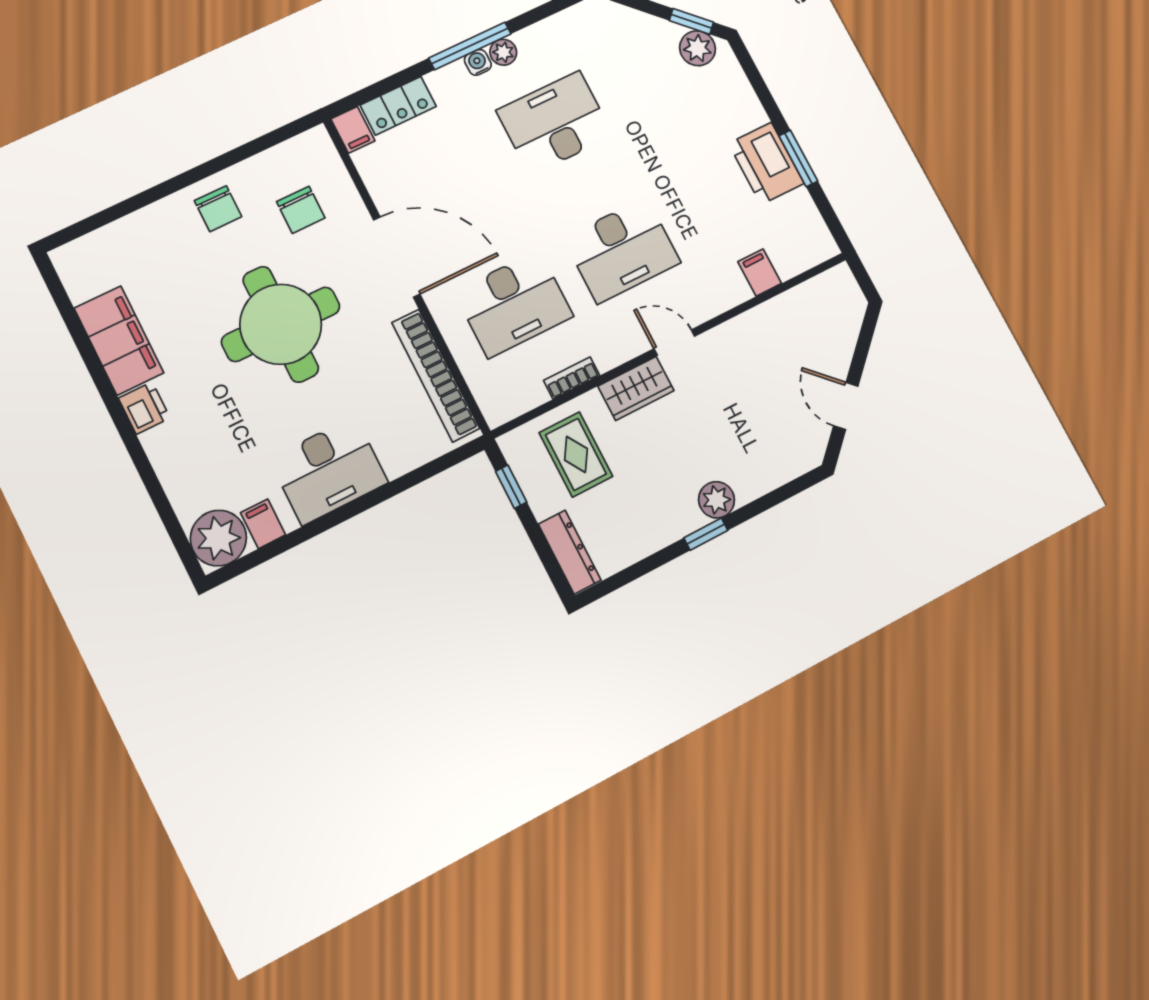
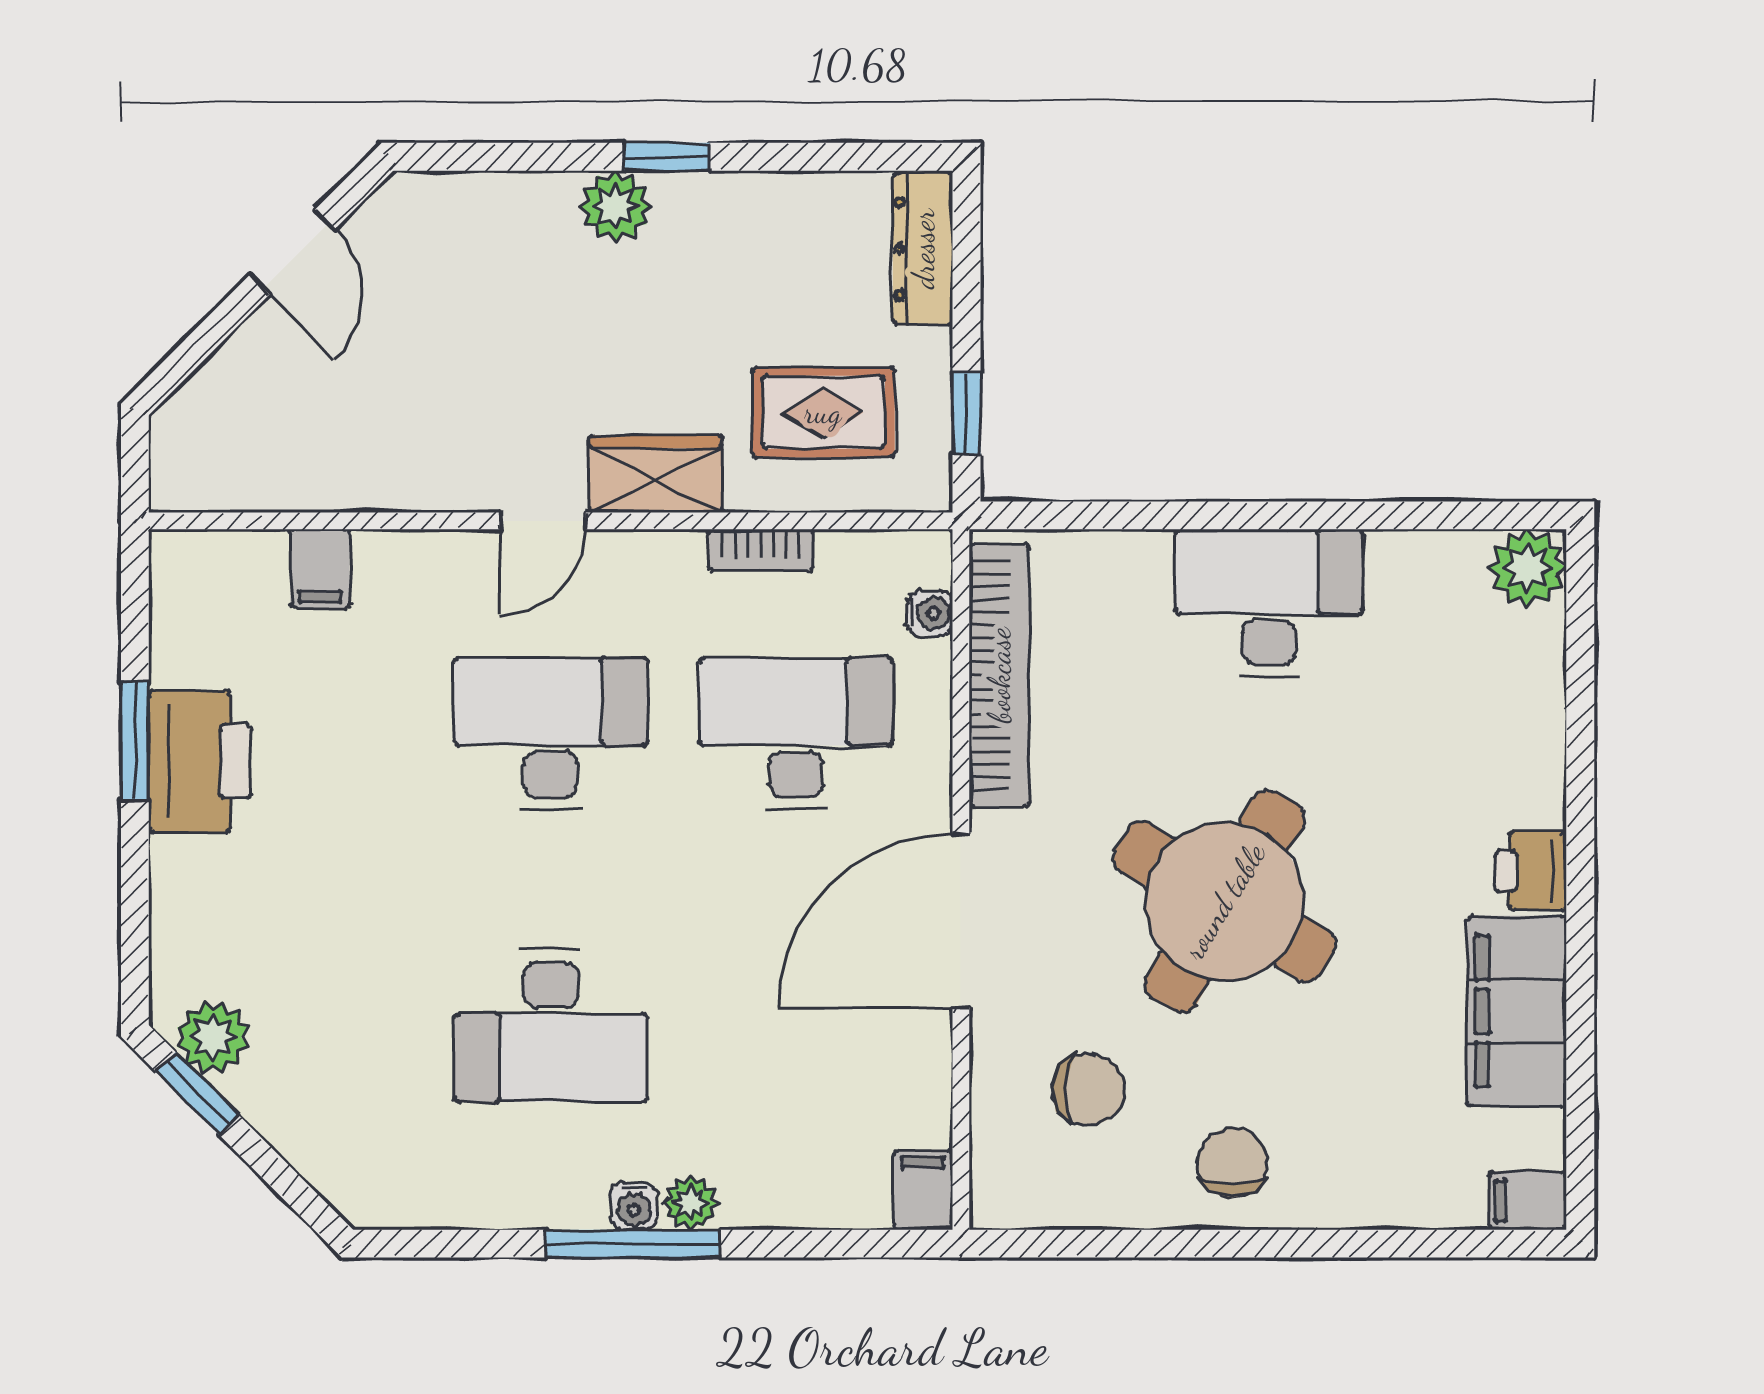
plant: (503, 52) -> (690, 1203), moved
locker: (398, 106) -> (819, 1195), removed
chair: (301, 210) -> (1088, 1090), turned 95
door: (397, 257) -> (961, 921), hinge flipped
round table: (281, 324) -> (1224, 901), turned 31
door: (674, 342) -> (543, 521), hinge flipped
water cooler: (481, 388) -> (930, 613), added
rug: (576, 454) -> (823, 412), turned 90
filing cabinet: (263, 524) -> (1528, 1201), moved, turned 90
plant: (218, 538) -> (1528, 568), width x0.73, depth x0.73

